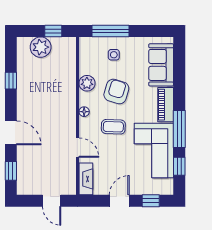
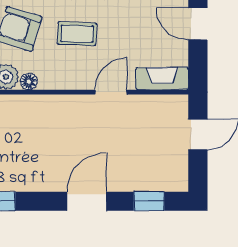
floor lamp: (84, 112) -> (29, 82), moved
coffee table: (113, 127) -> (77, 34), turned 90

